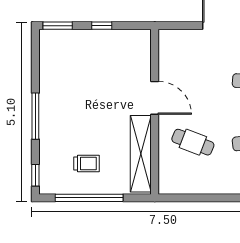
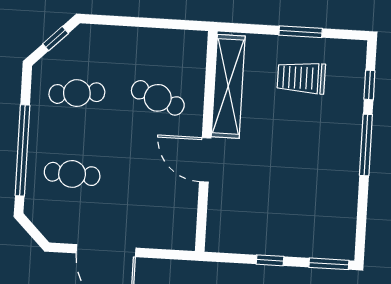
trolley: (87, 163) -> (301, 78), width x1.36, depth x1.39
window: (35, 175) -> (369, 85), moved
window: (89, 198) -> (301, 32), width x0.47

